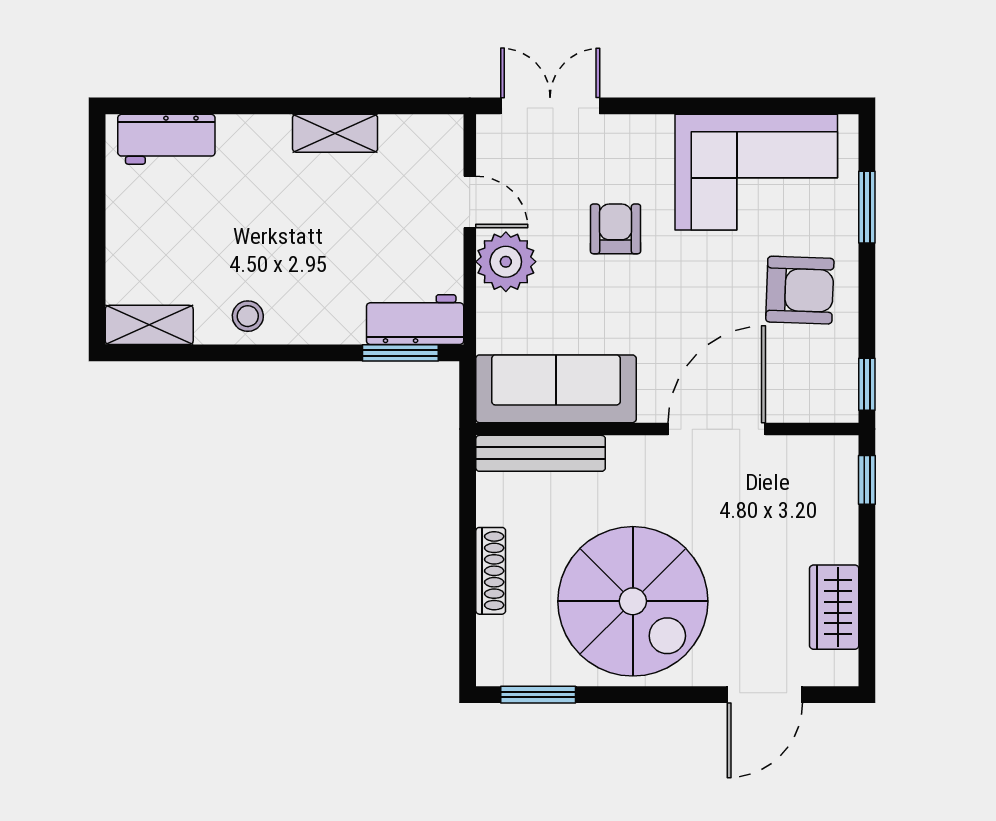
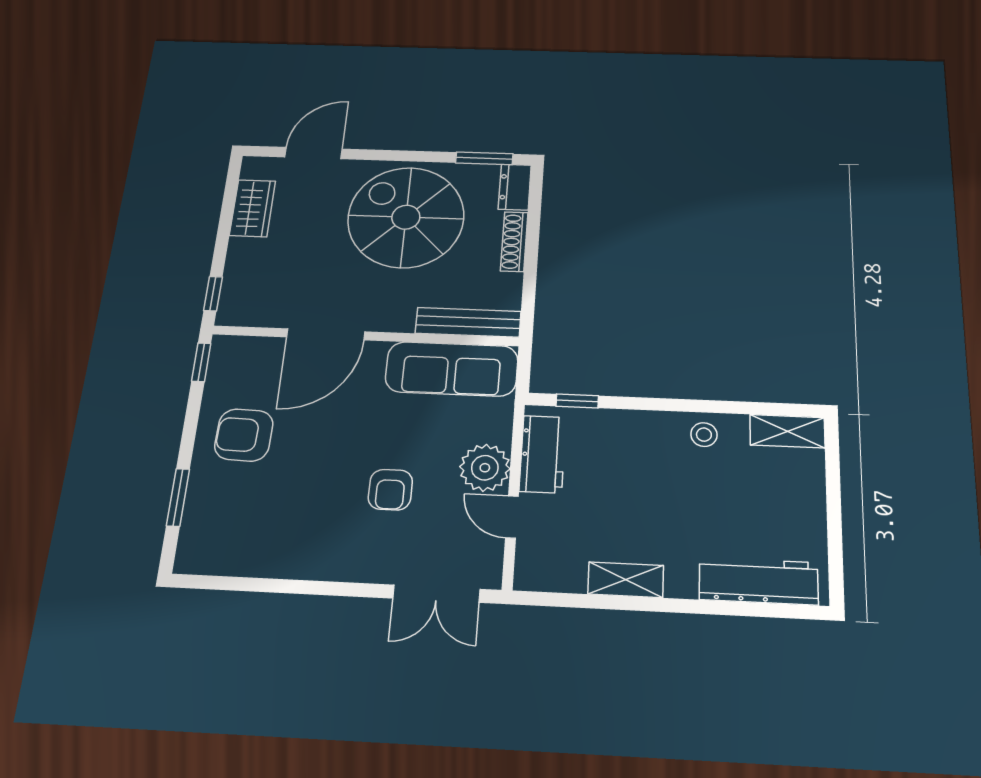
workbench: (166, 139) -> (759, 581), width x1.37
corner sofa: (756, 172) -> (266, 530), removed
workbench: (415, 320) -> (543, 454), moved, turned -90
window: (400, 353) -> (577, 401), width x0.67
dresser: (495, 652) -> (515, 187), added

